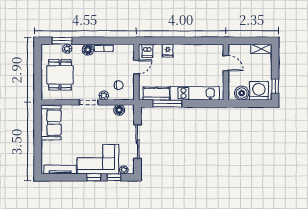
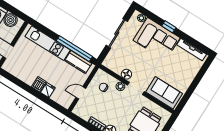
dishwasher: (147, 51) -> (39, 84), moved
window: (167, 103) -> (74, 49), width x1.46
floor lamp: (119, 110) -> (126, 74), moved
sofa: (51, 123) -> (164, 93), moved, turned 90
window: (114, 177) -> (153, 17), removed

